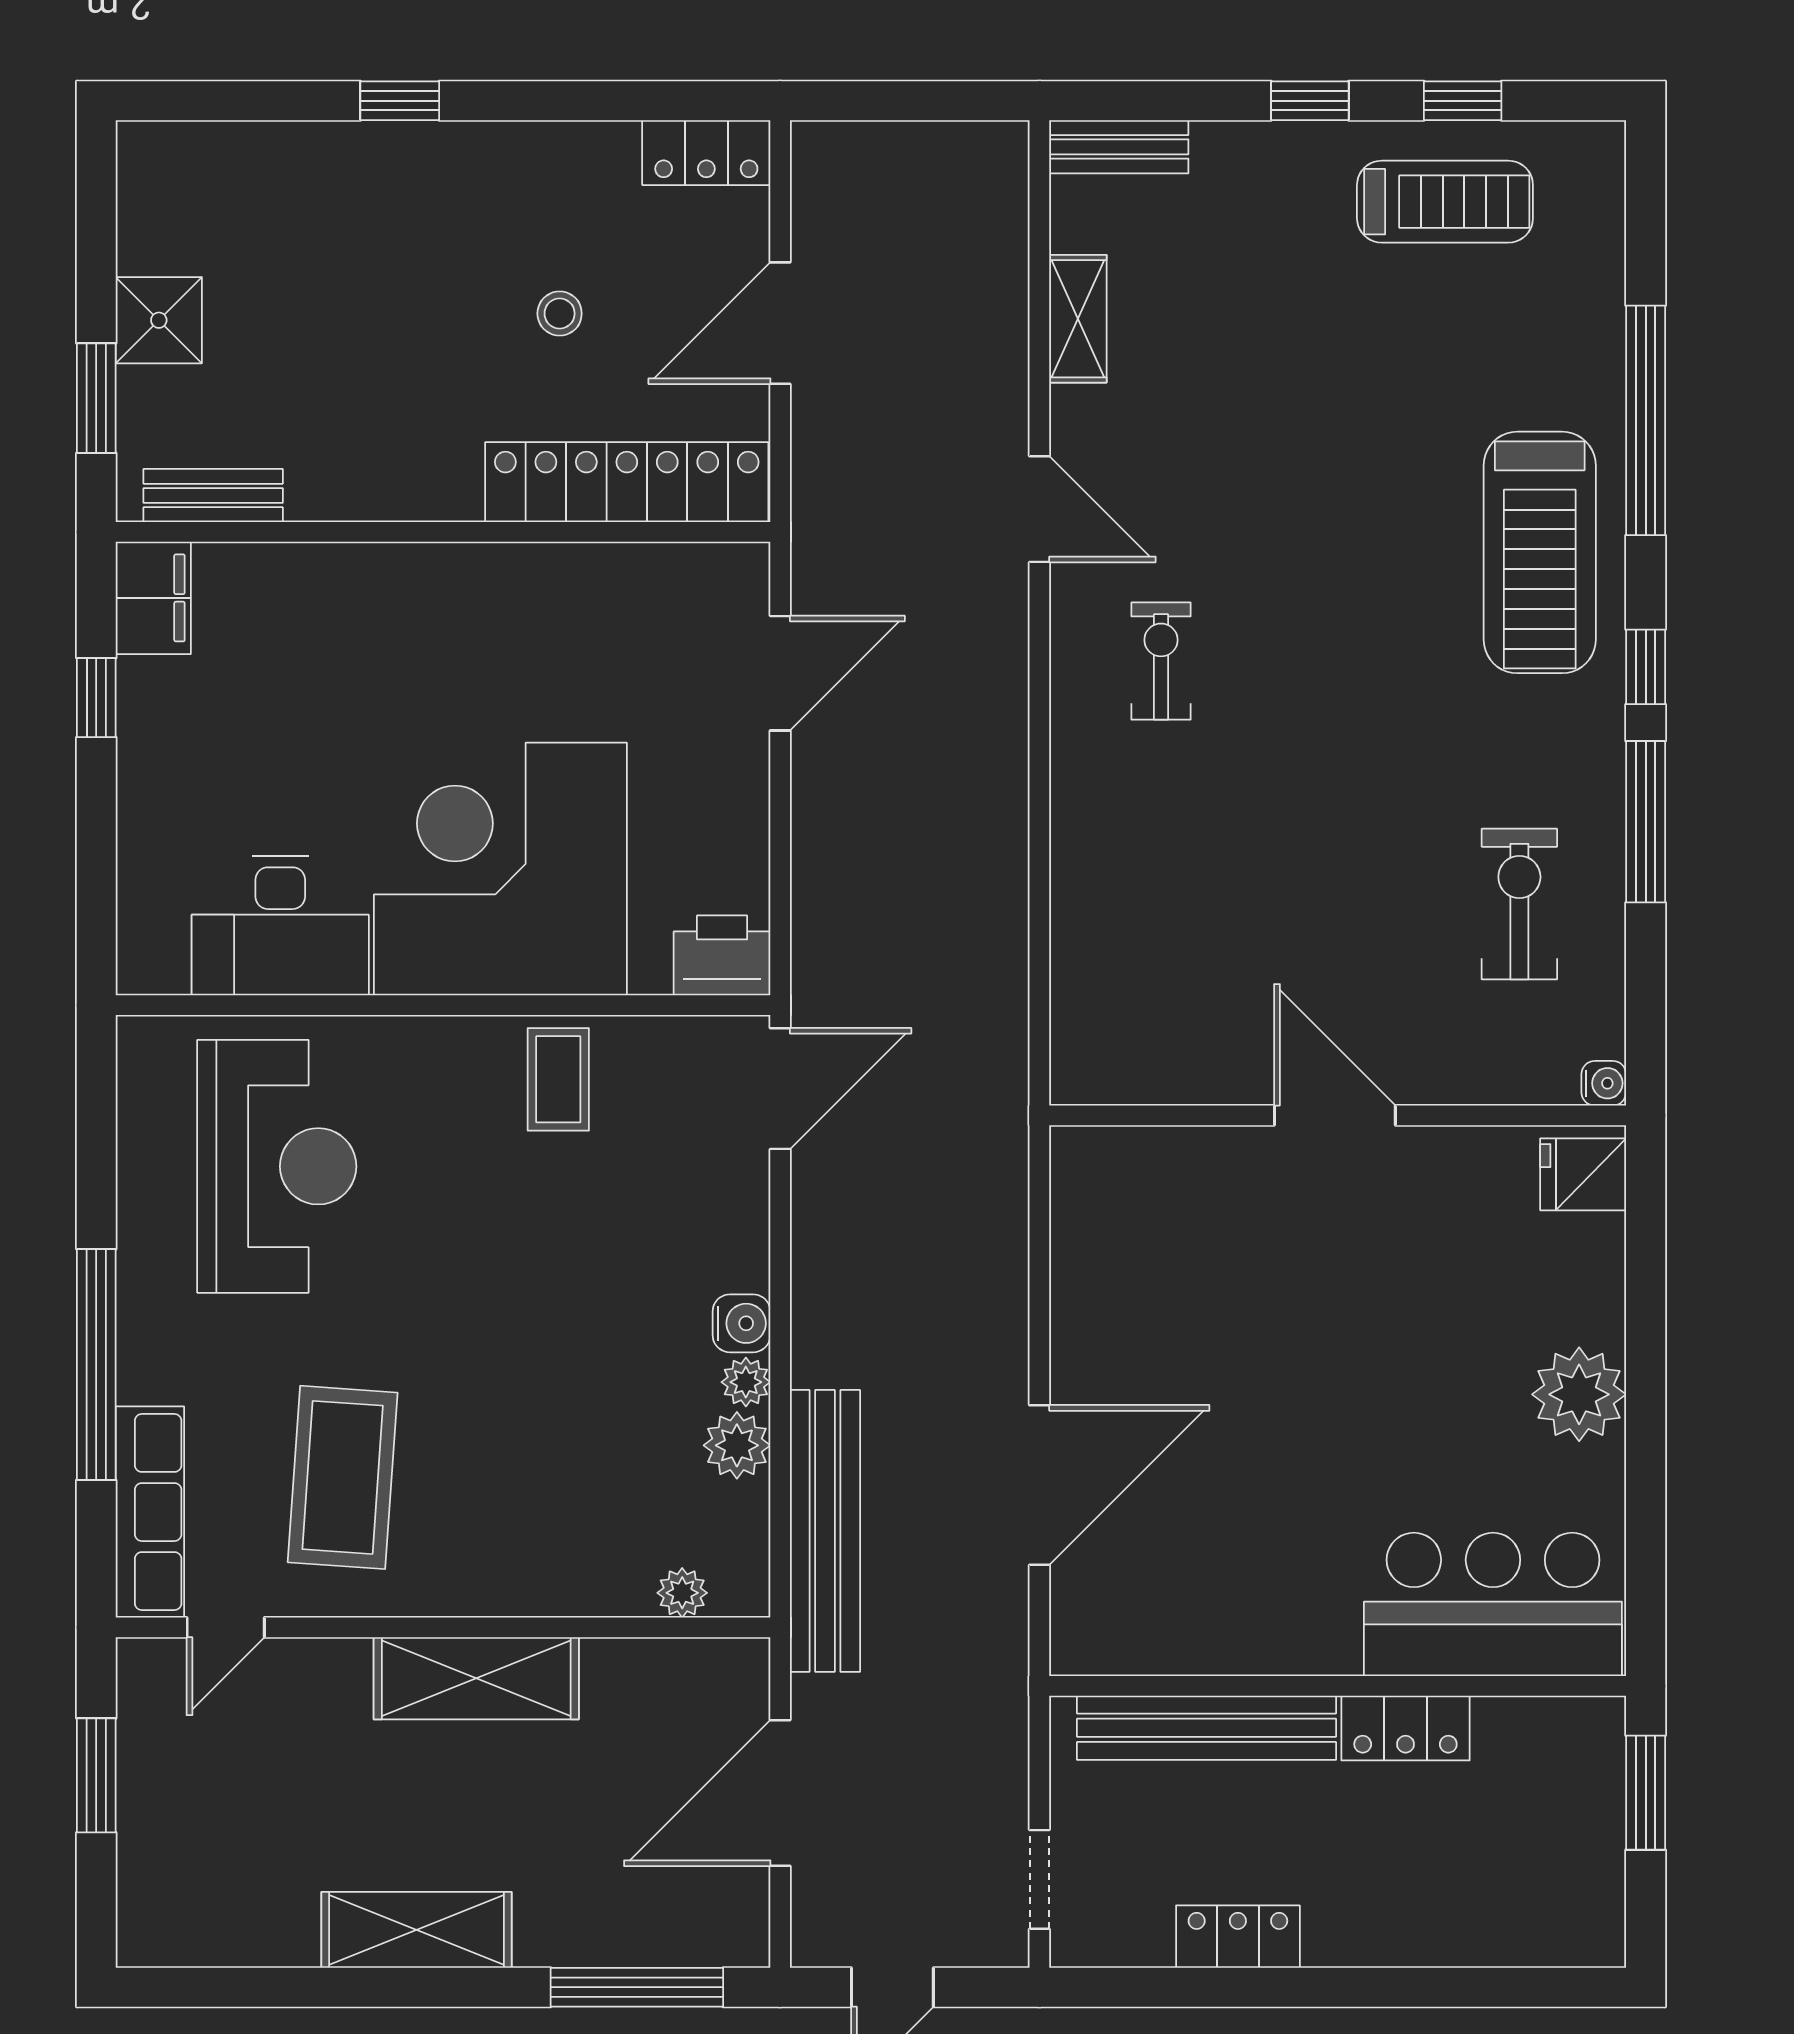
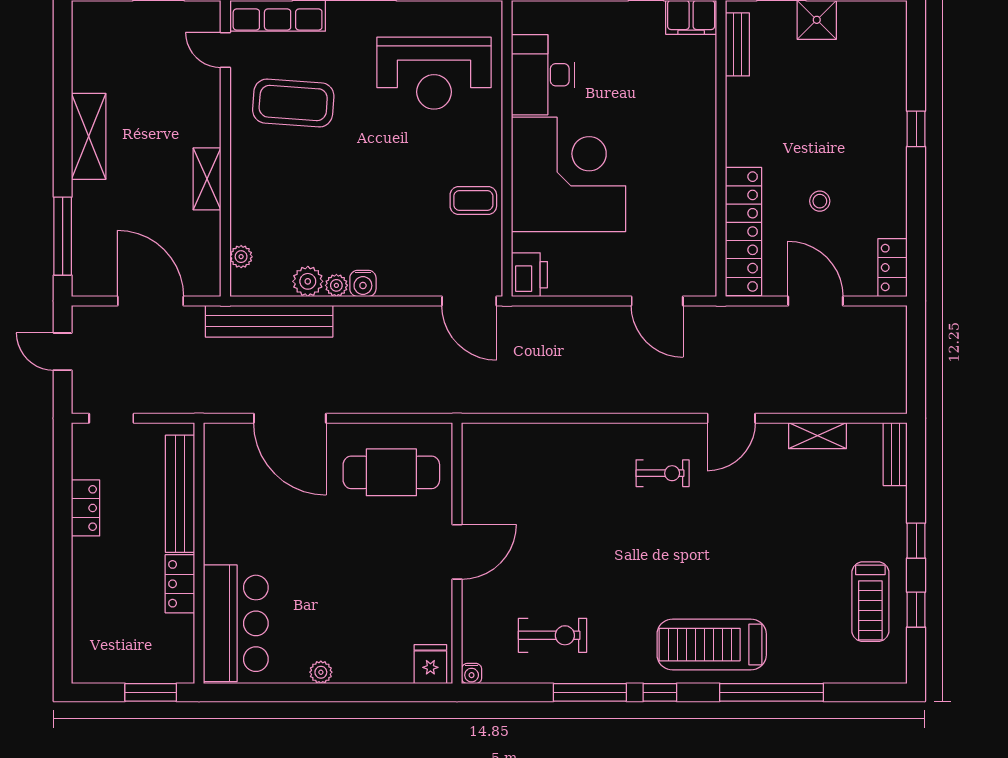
cafe table: (1159, 1261) -> (391, 472), added
plant: (1579, 1394) -> (321, 672), width x0.53, depth x0.53
shelving: (476, 1678) -> (207, 179), width x0.67, depth x0.75

